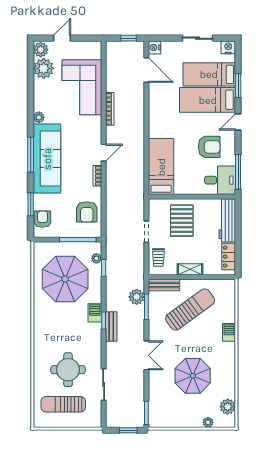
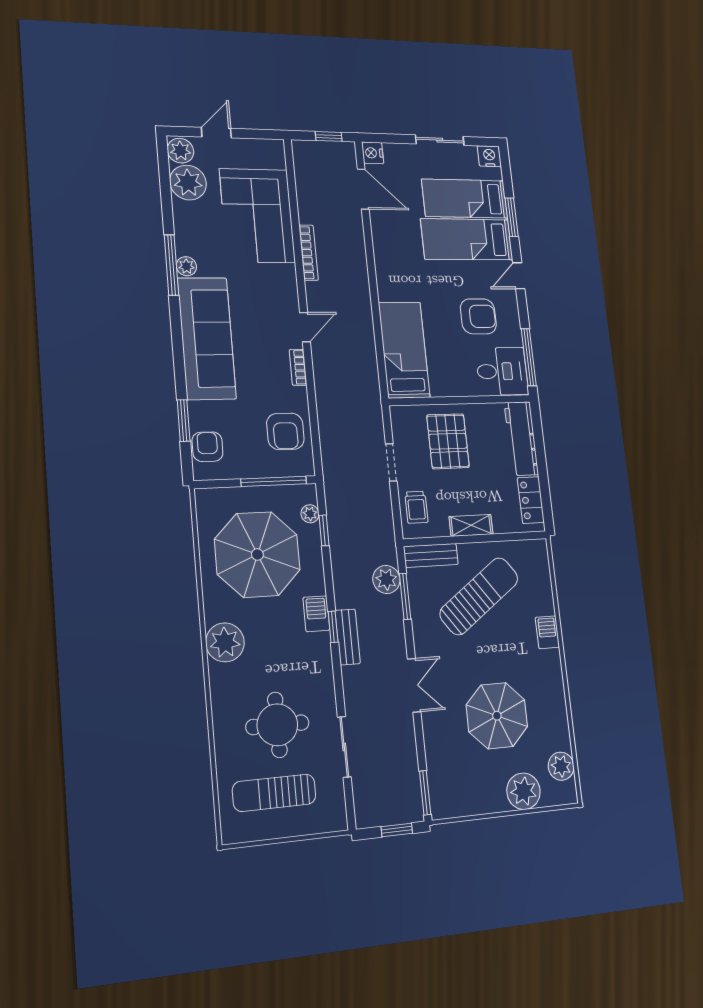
window: (31, 155) -> (171, 265), moved
plant: (44, 325) -> (225, 642), added
plant: (208, 422) -> (524, 791), width x1.88, depth x1.88

